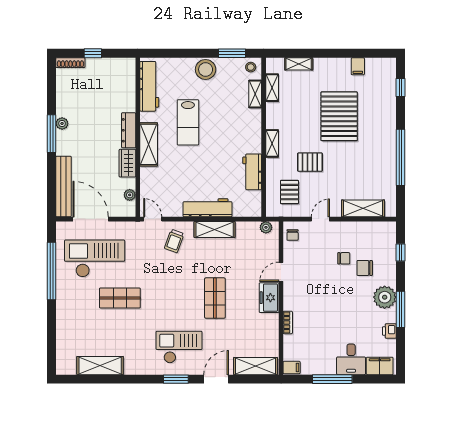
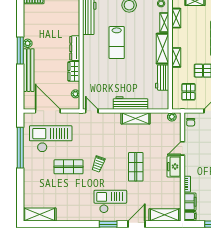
shelving: (149, 144) -> (163, 49), moved
bench: (63, 186) -> (29, 70), moved
trolley: (174, 241) -> (98, 164), moved
filing cabinet: (292, 348) -> (190, 202), added
shelving: (100, 366) -> (40, 215), moved

